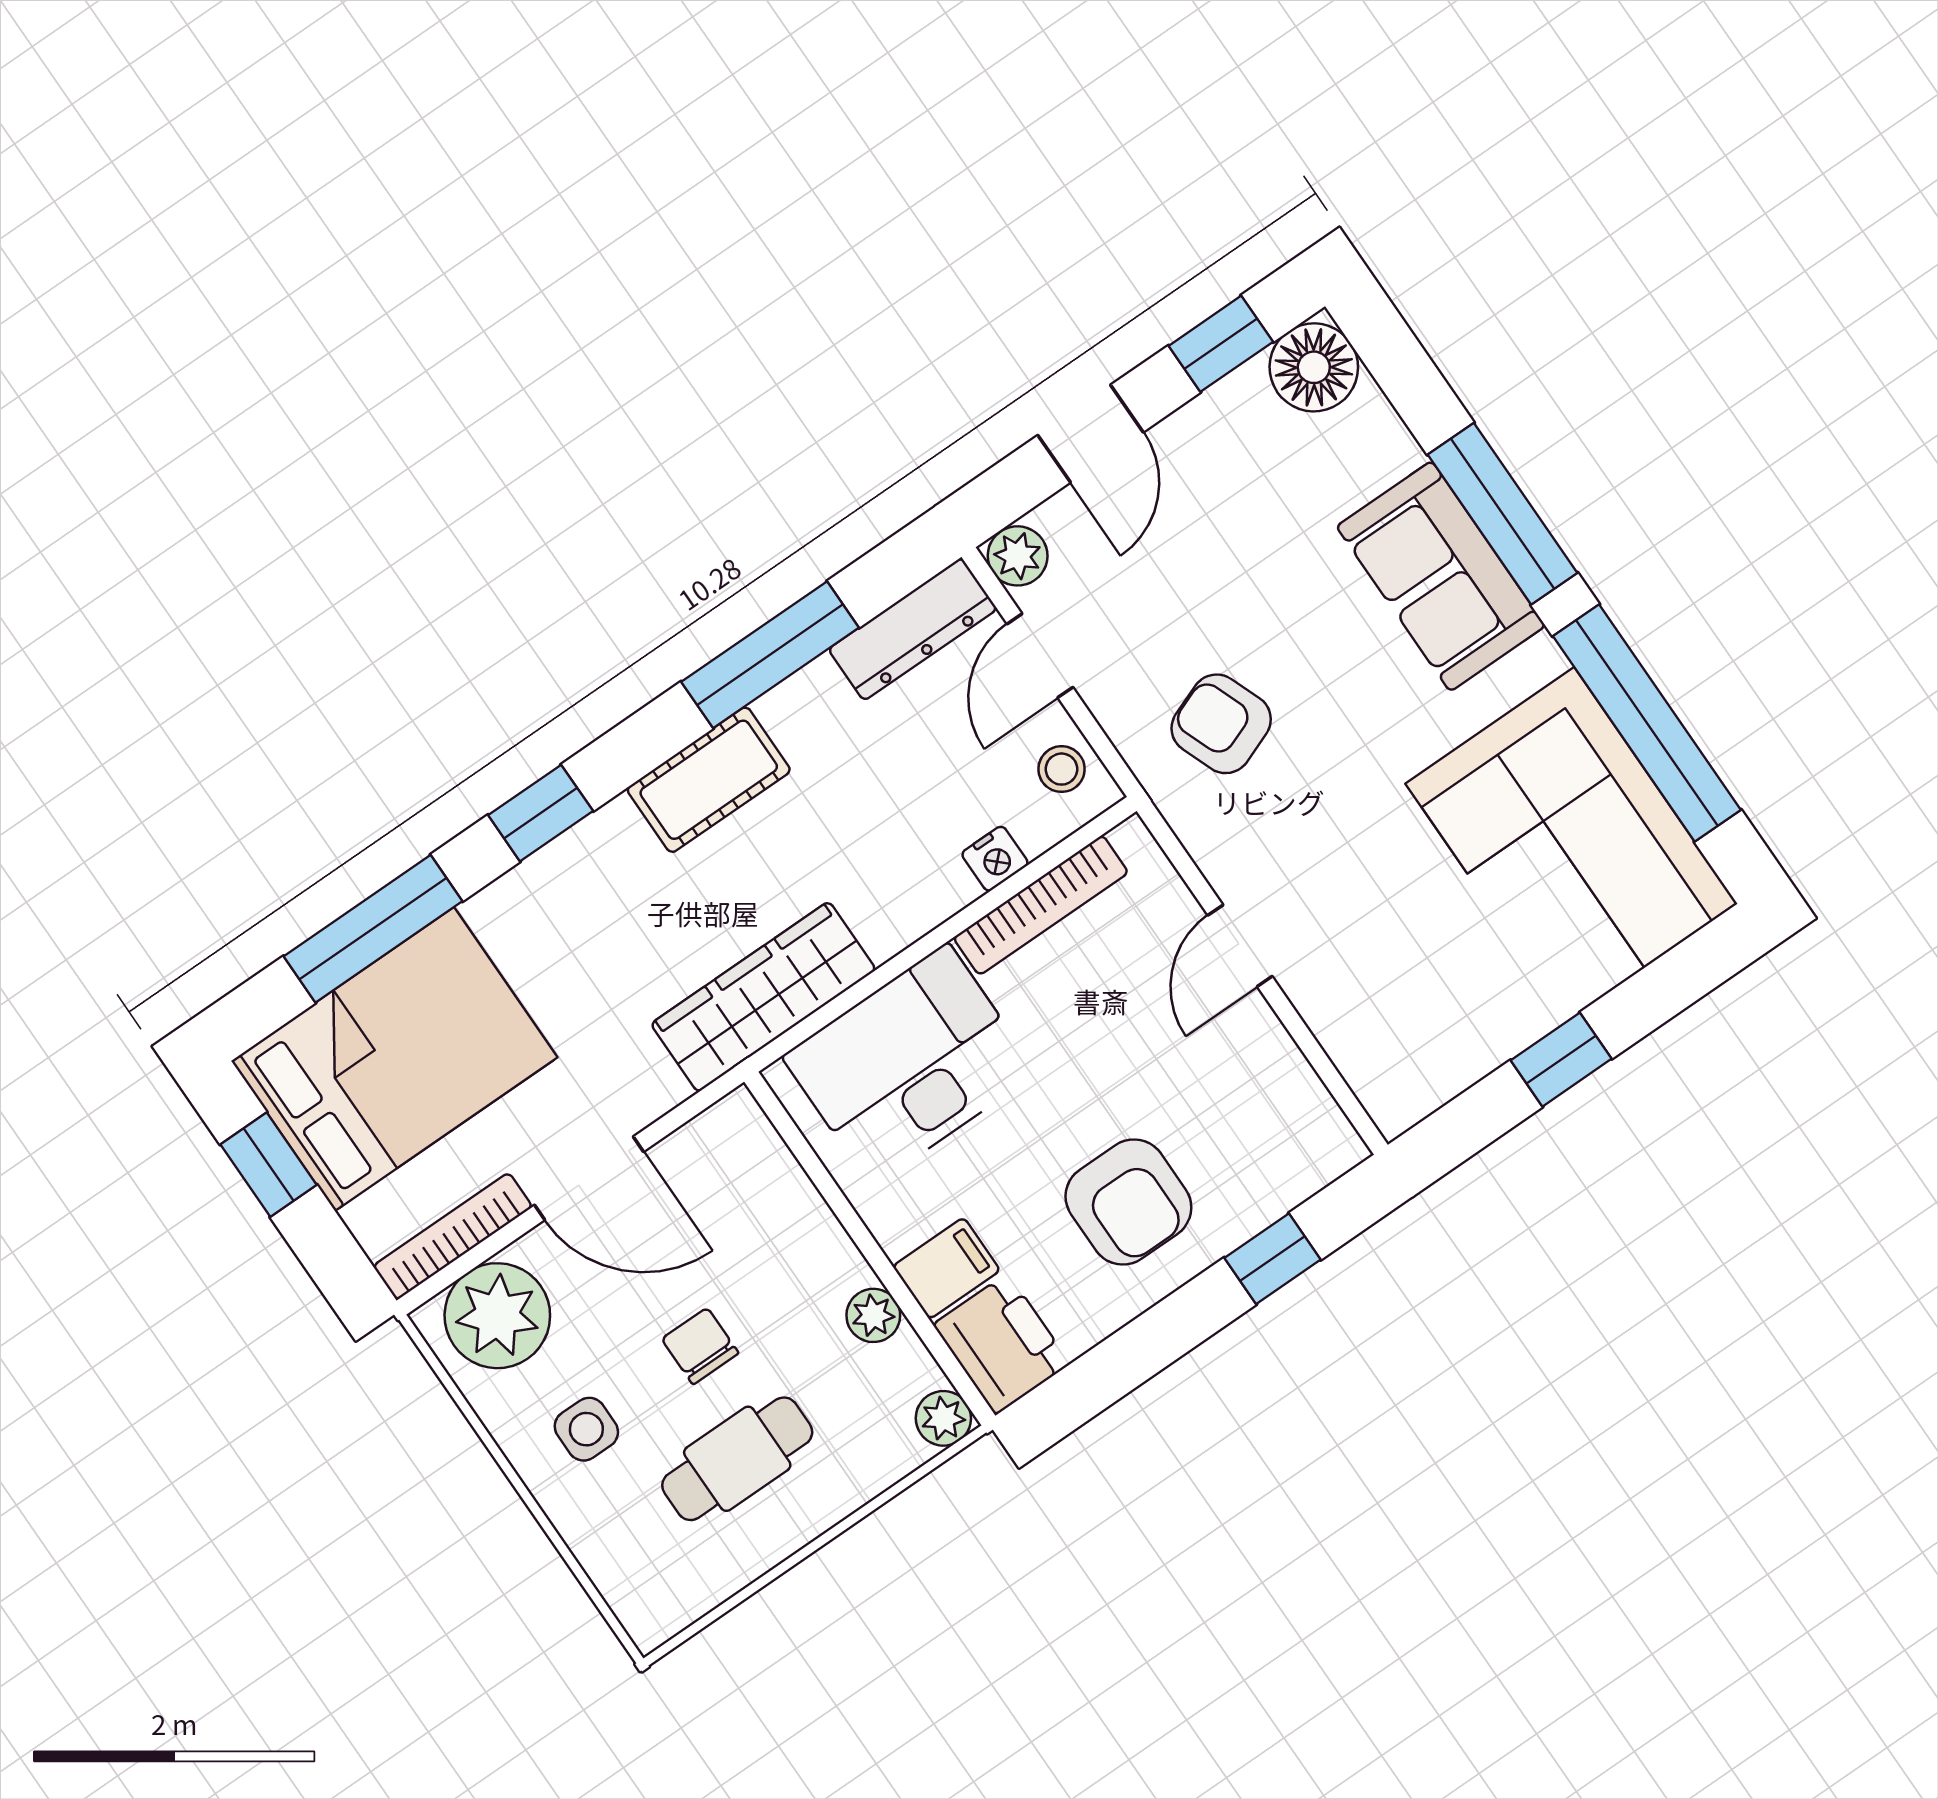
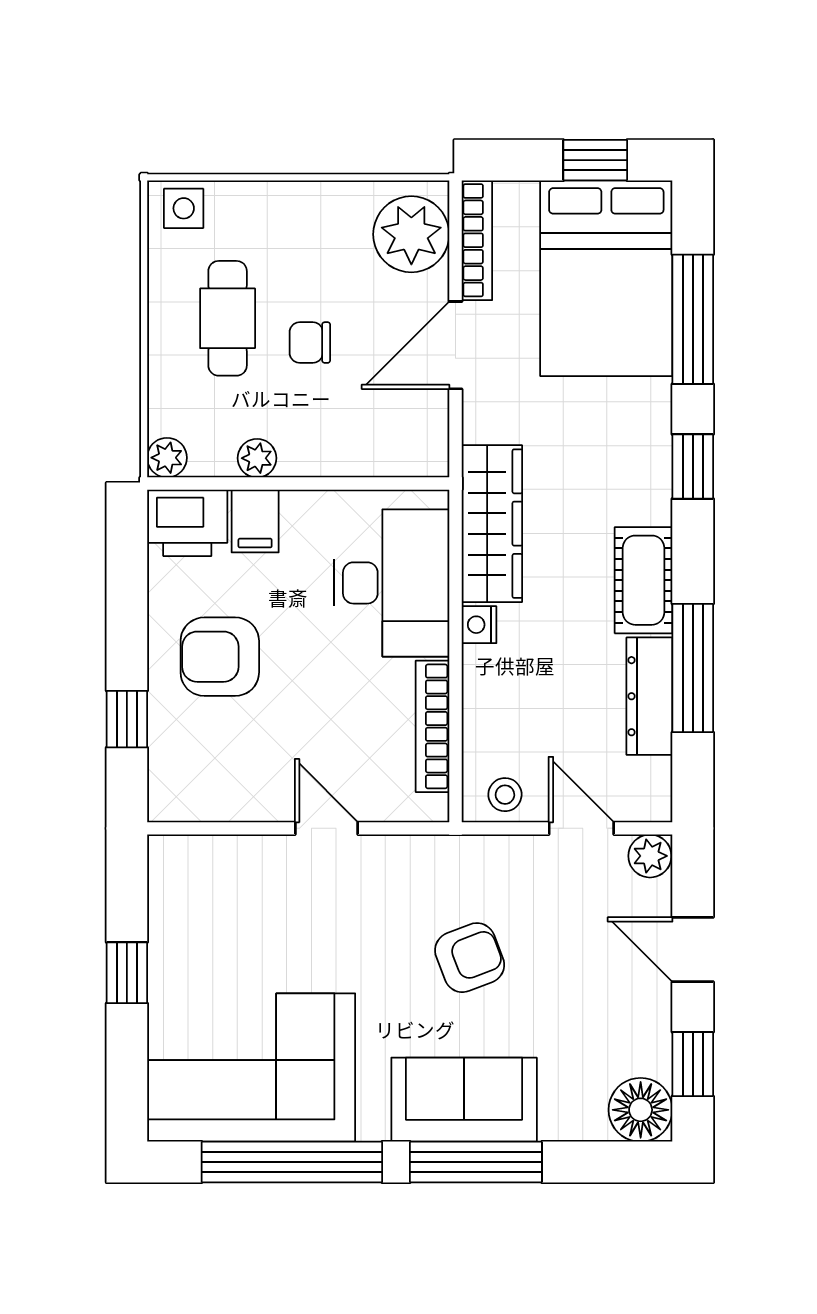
dresser: (913, 629) -> (649, 696), moved
armchair: (1221, 724) -> (470, 958), moved
nightstand: (995, 859) -> (479, 625), moved
chair: (700, 1346) -> (310, 343), turned 180
side table: (586, 1429) -> (184, 208), moved

